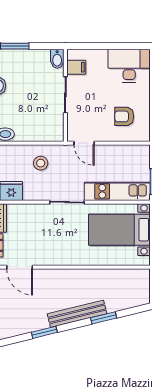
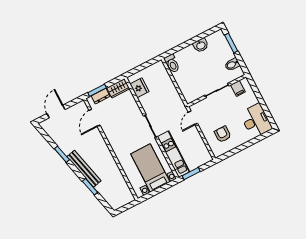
bidet: (57, 59) -> (232, 65), moved
stool: (41, 163) -> (166, 97), removed

